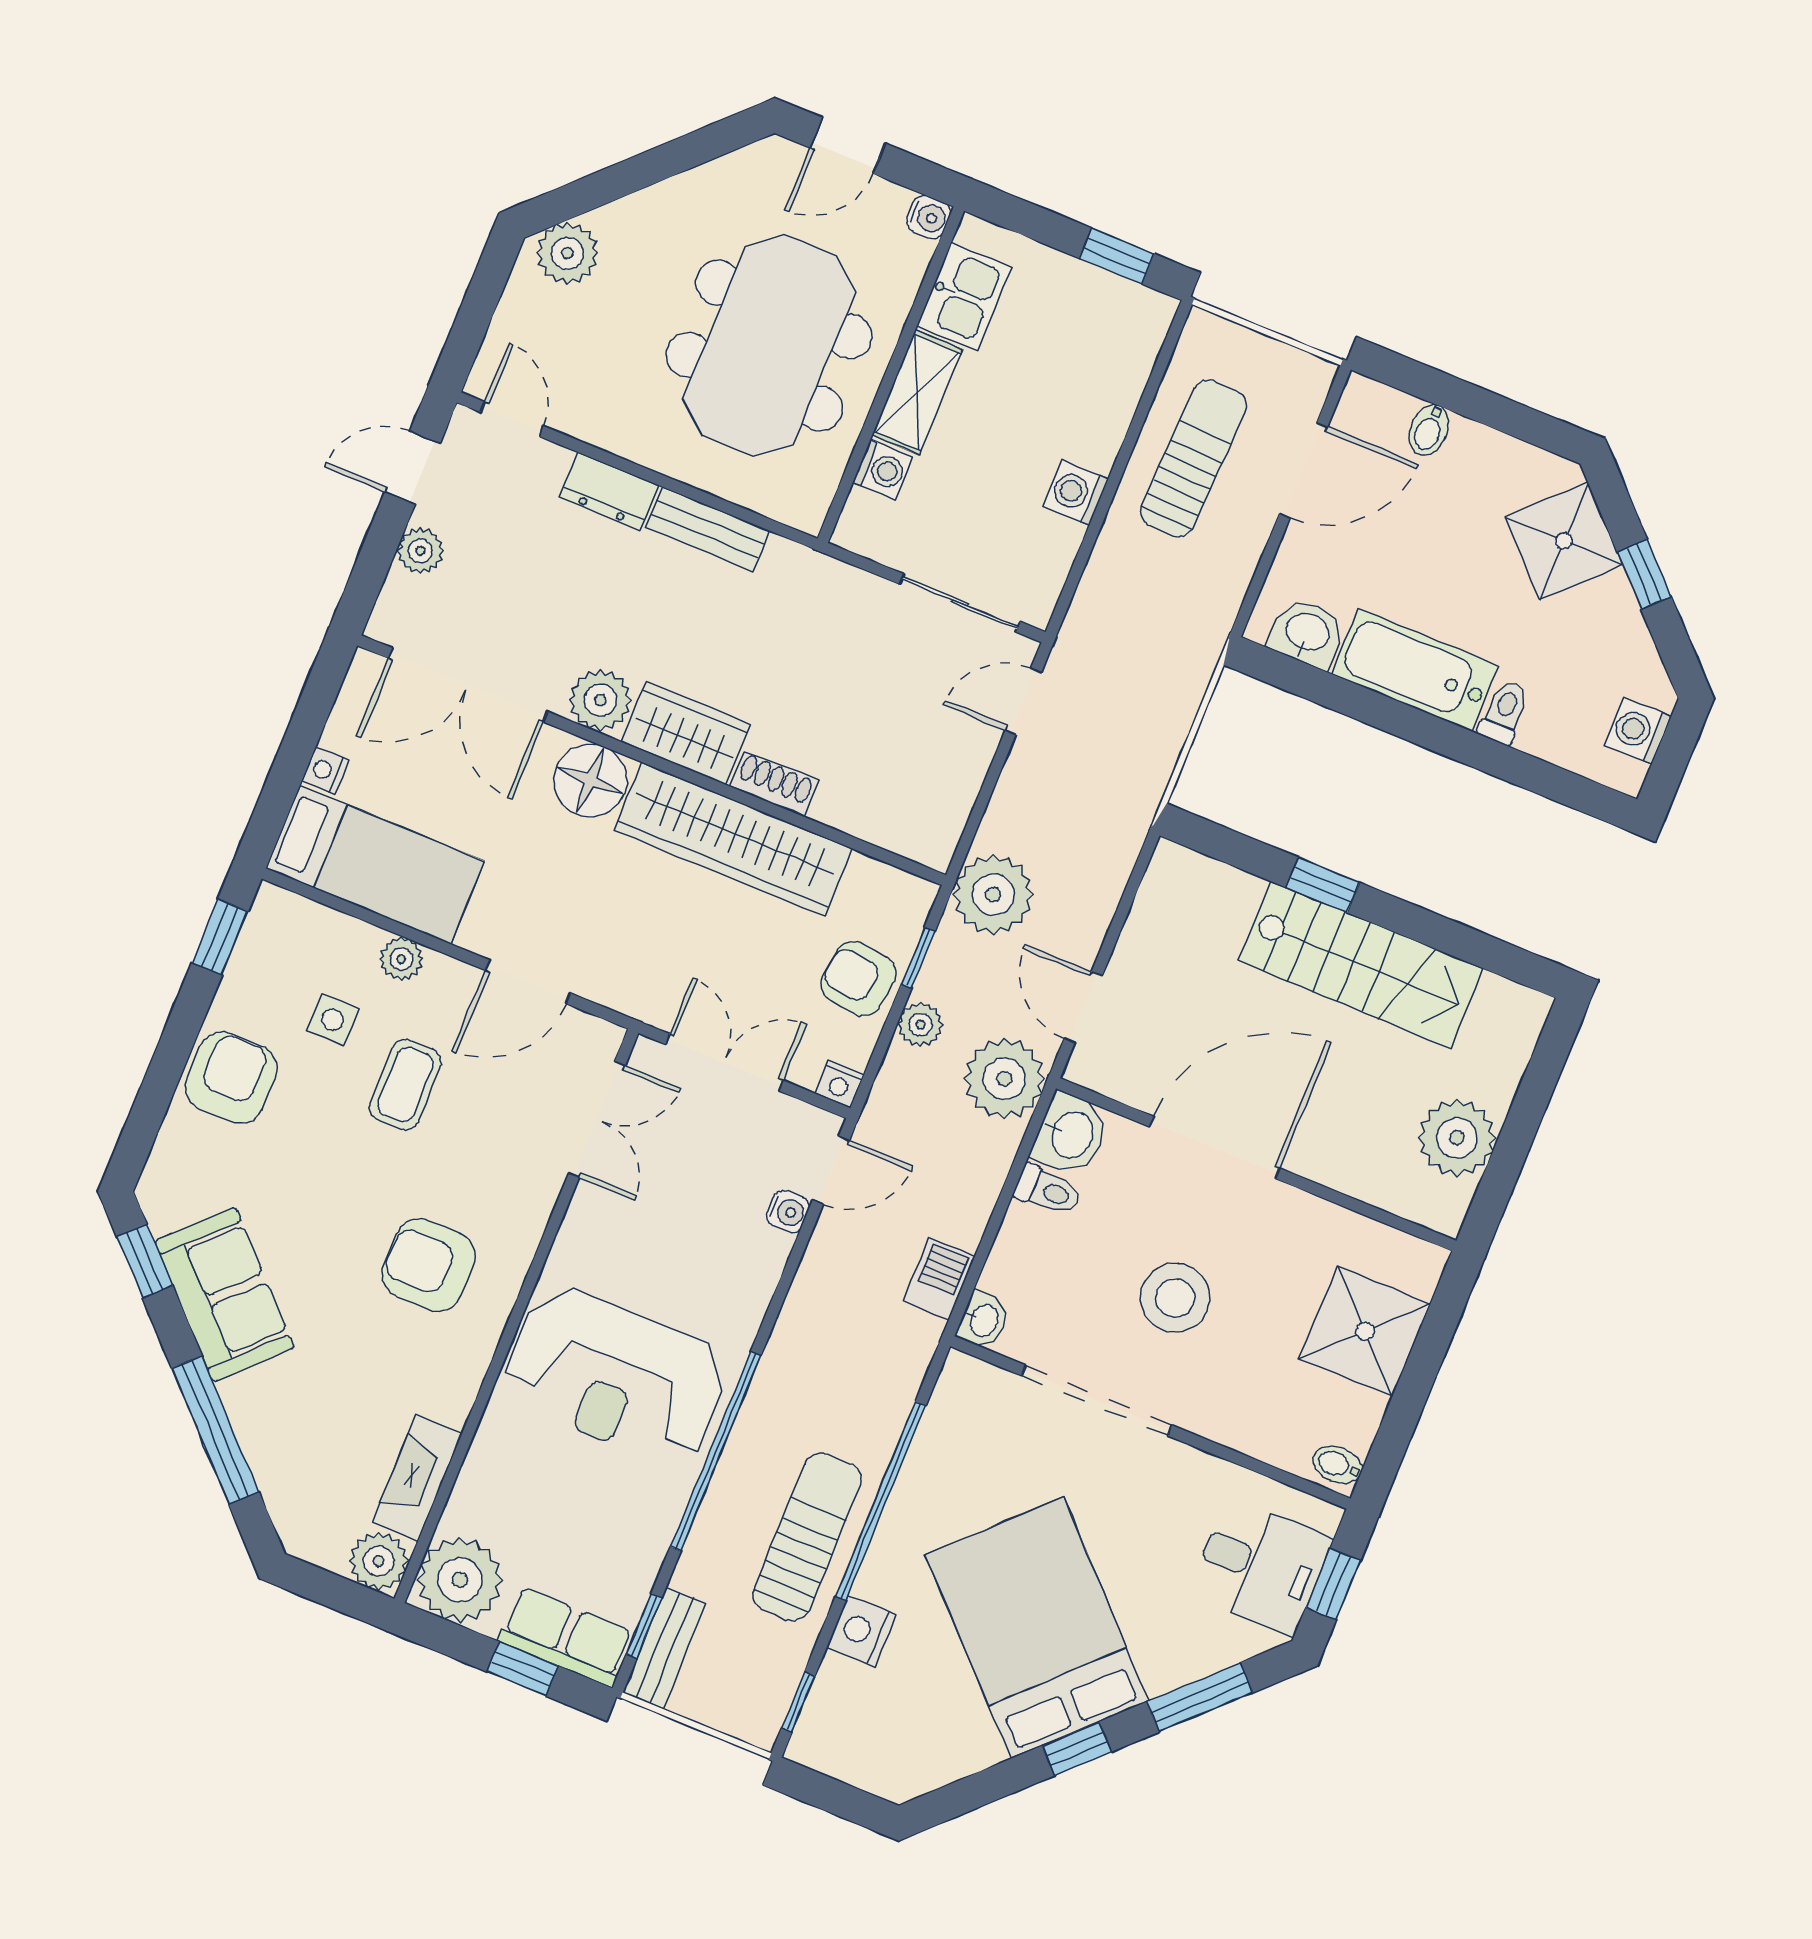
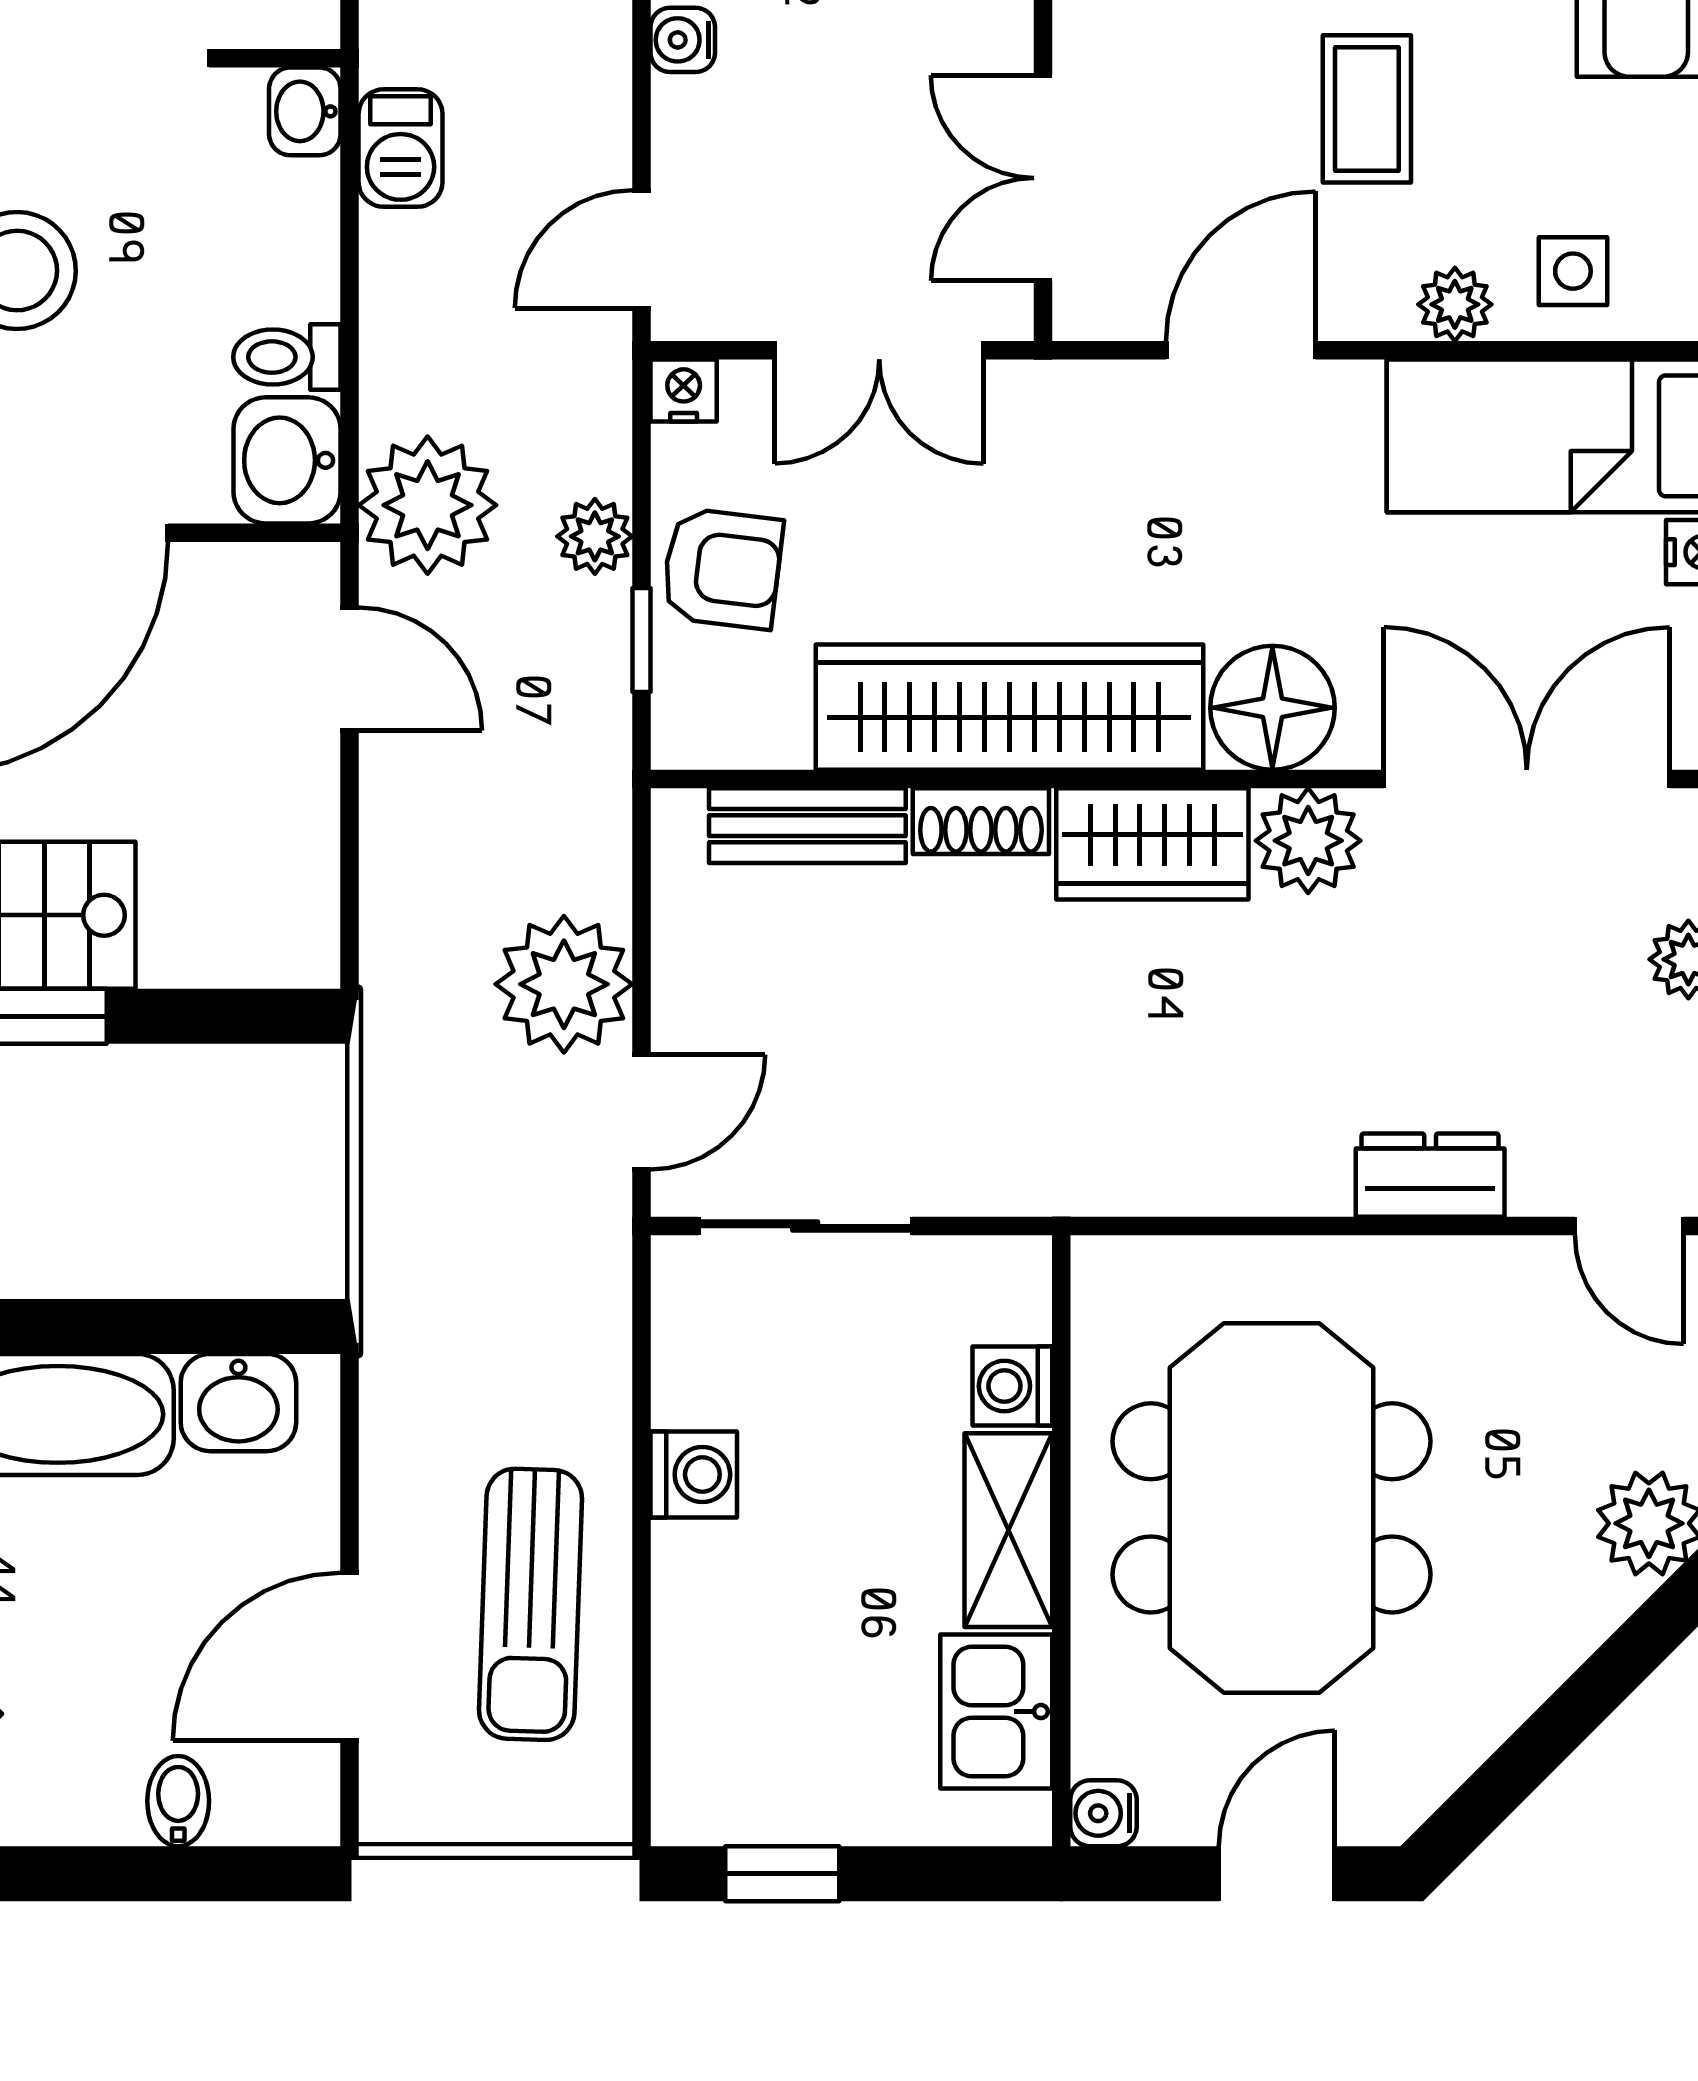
bench: (708, 529) -> (807, 826), moved
plant: (993, 895) -> (564, 984), moved
side table: (333, 1020) -> (1573, 271), moved
water cooler: (788, 1211) -> (683, 40), moved

